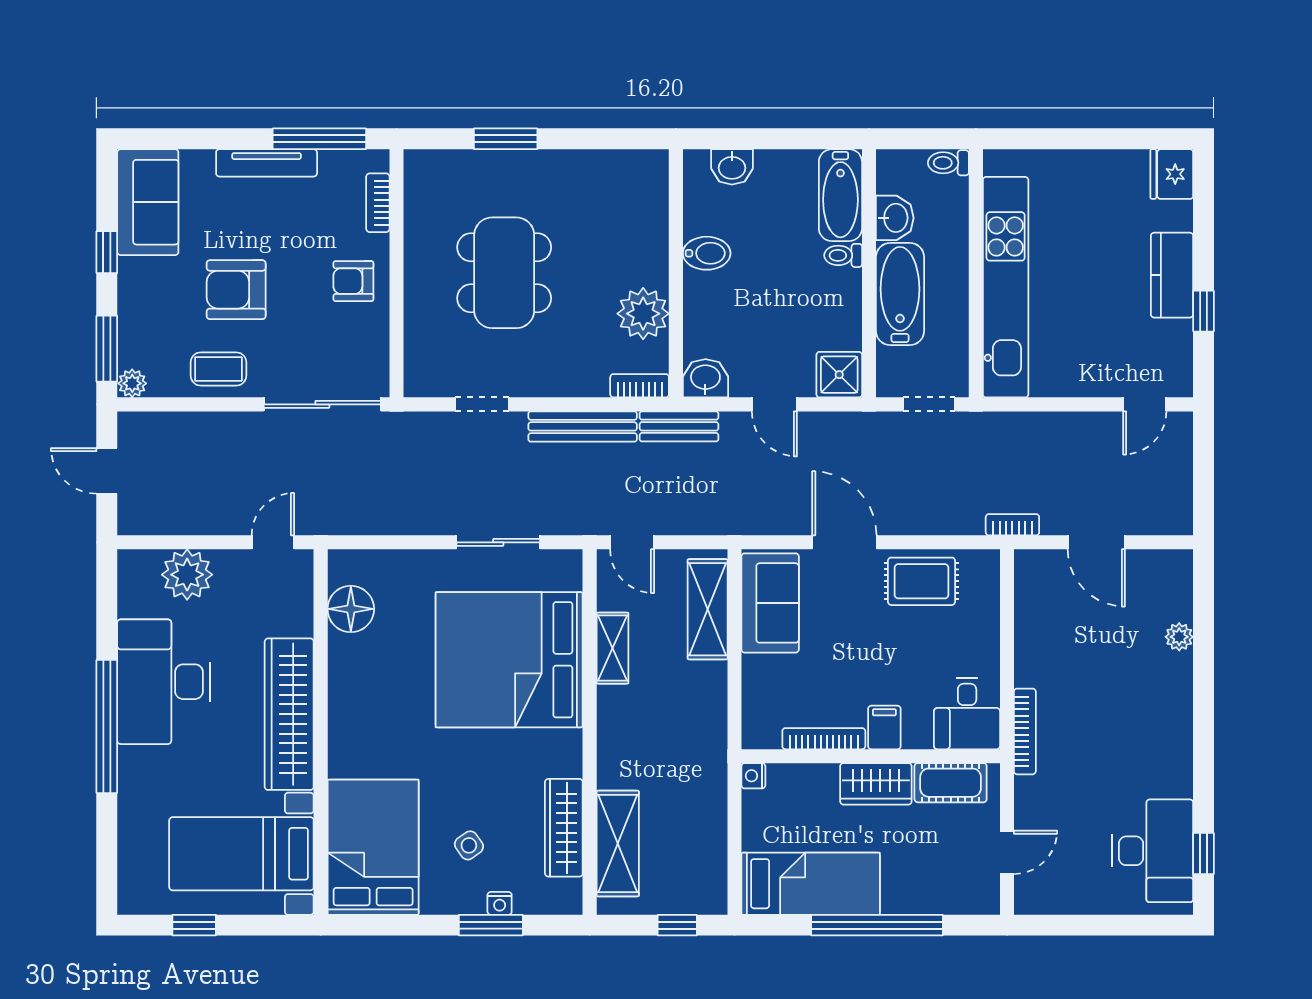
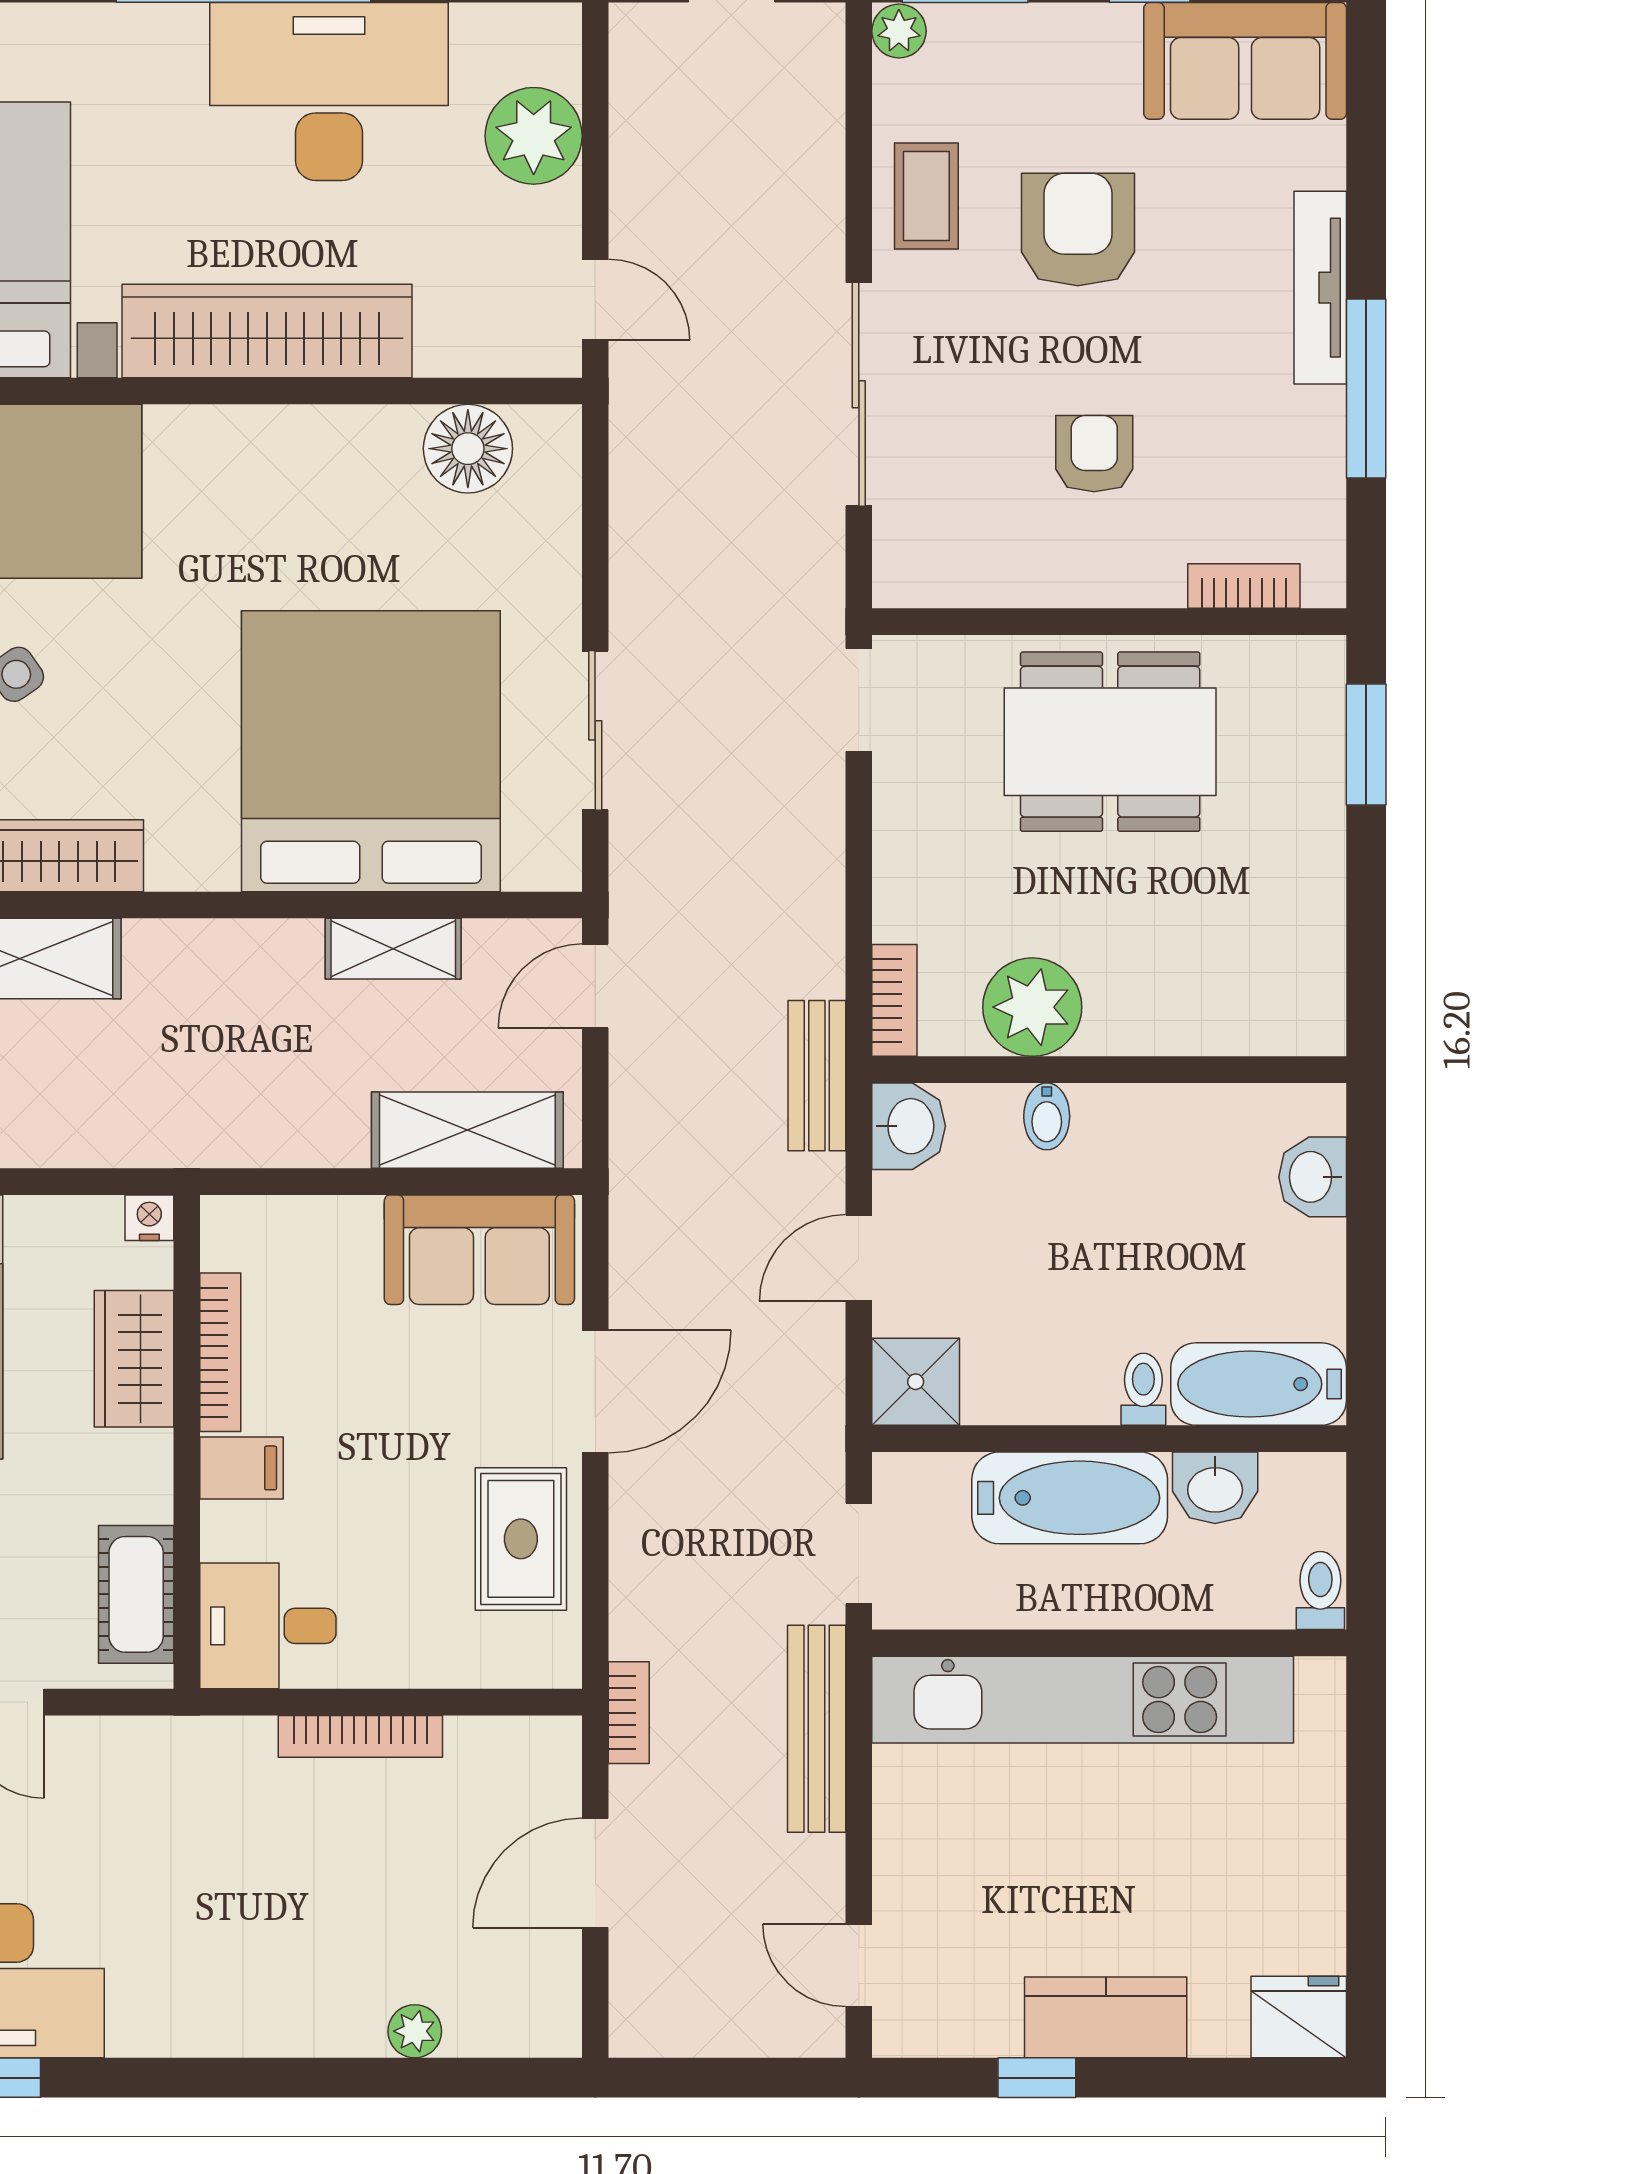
bookcase: (378, 203) -> (1244, 586), moved
bidet: (707, 253) -> (1047, 1116), moved, width x0.72, depth x0.74
wall: (397, 273) -> (1109, 622), moved
bench: (583, 426) -> (817, 1729), moved
bookcase: (1025, 731) -> (360, 1736), moved
wardrobe: (876, 784) -> (134, 1359), moved

